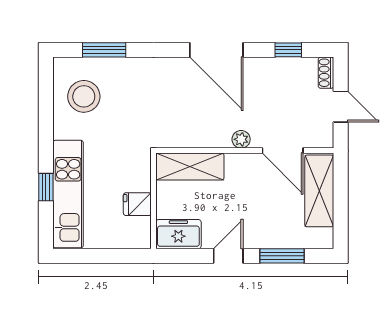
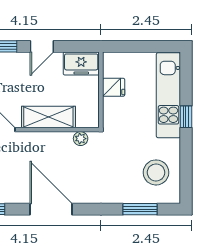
plant: (241, 139) -> (81, 139), moved
shelving: (190, 167) -> (48, 117), moved
window: (46, 187) -> (186, 117), moved

